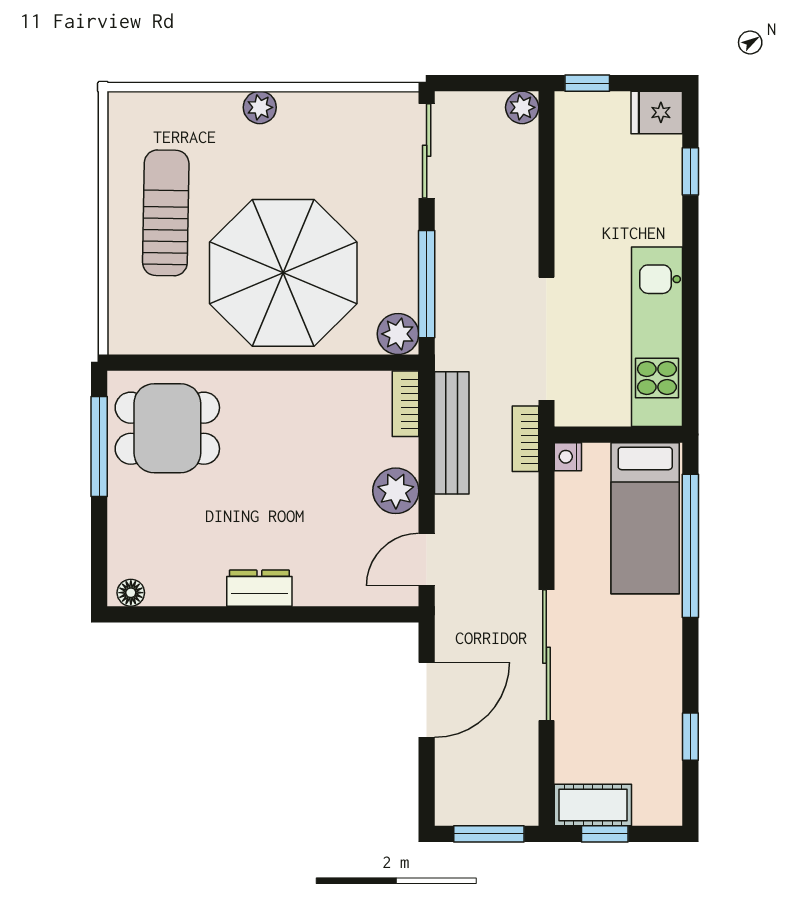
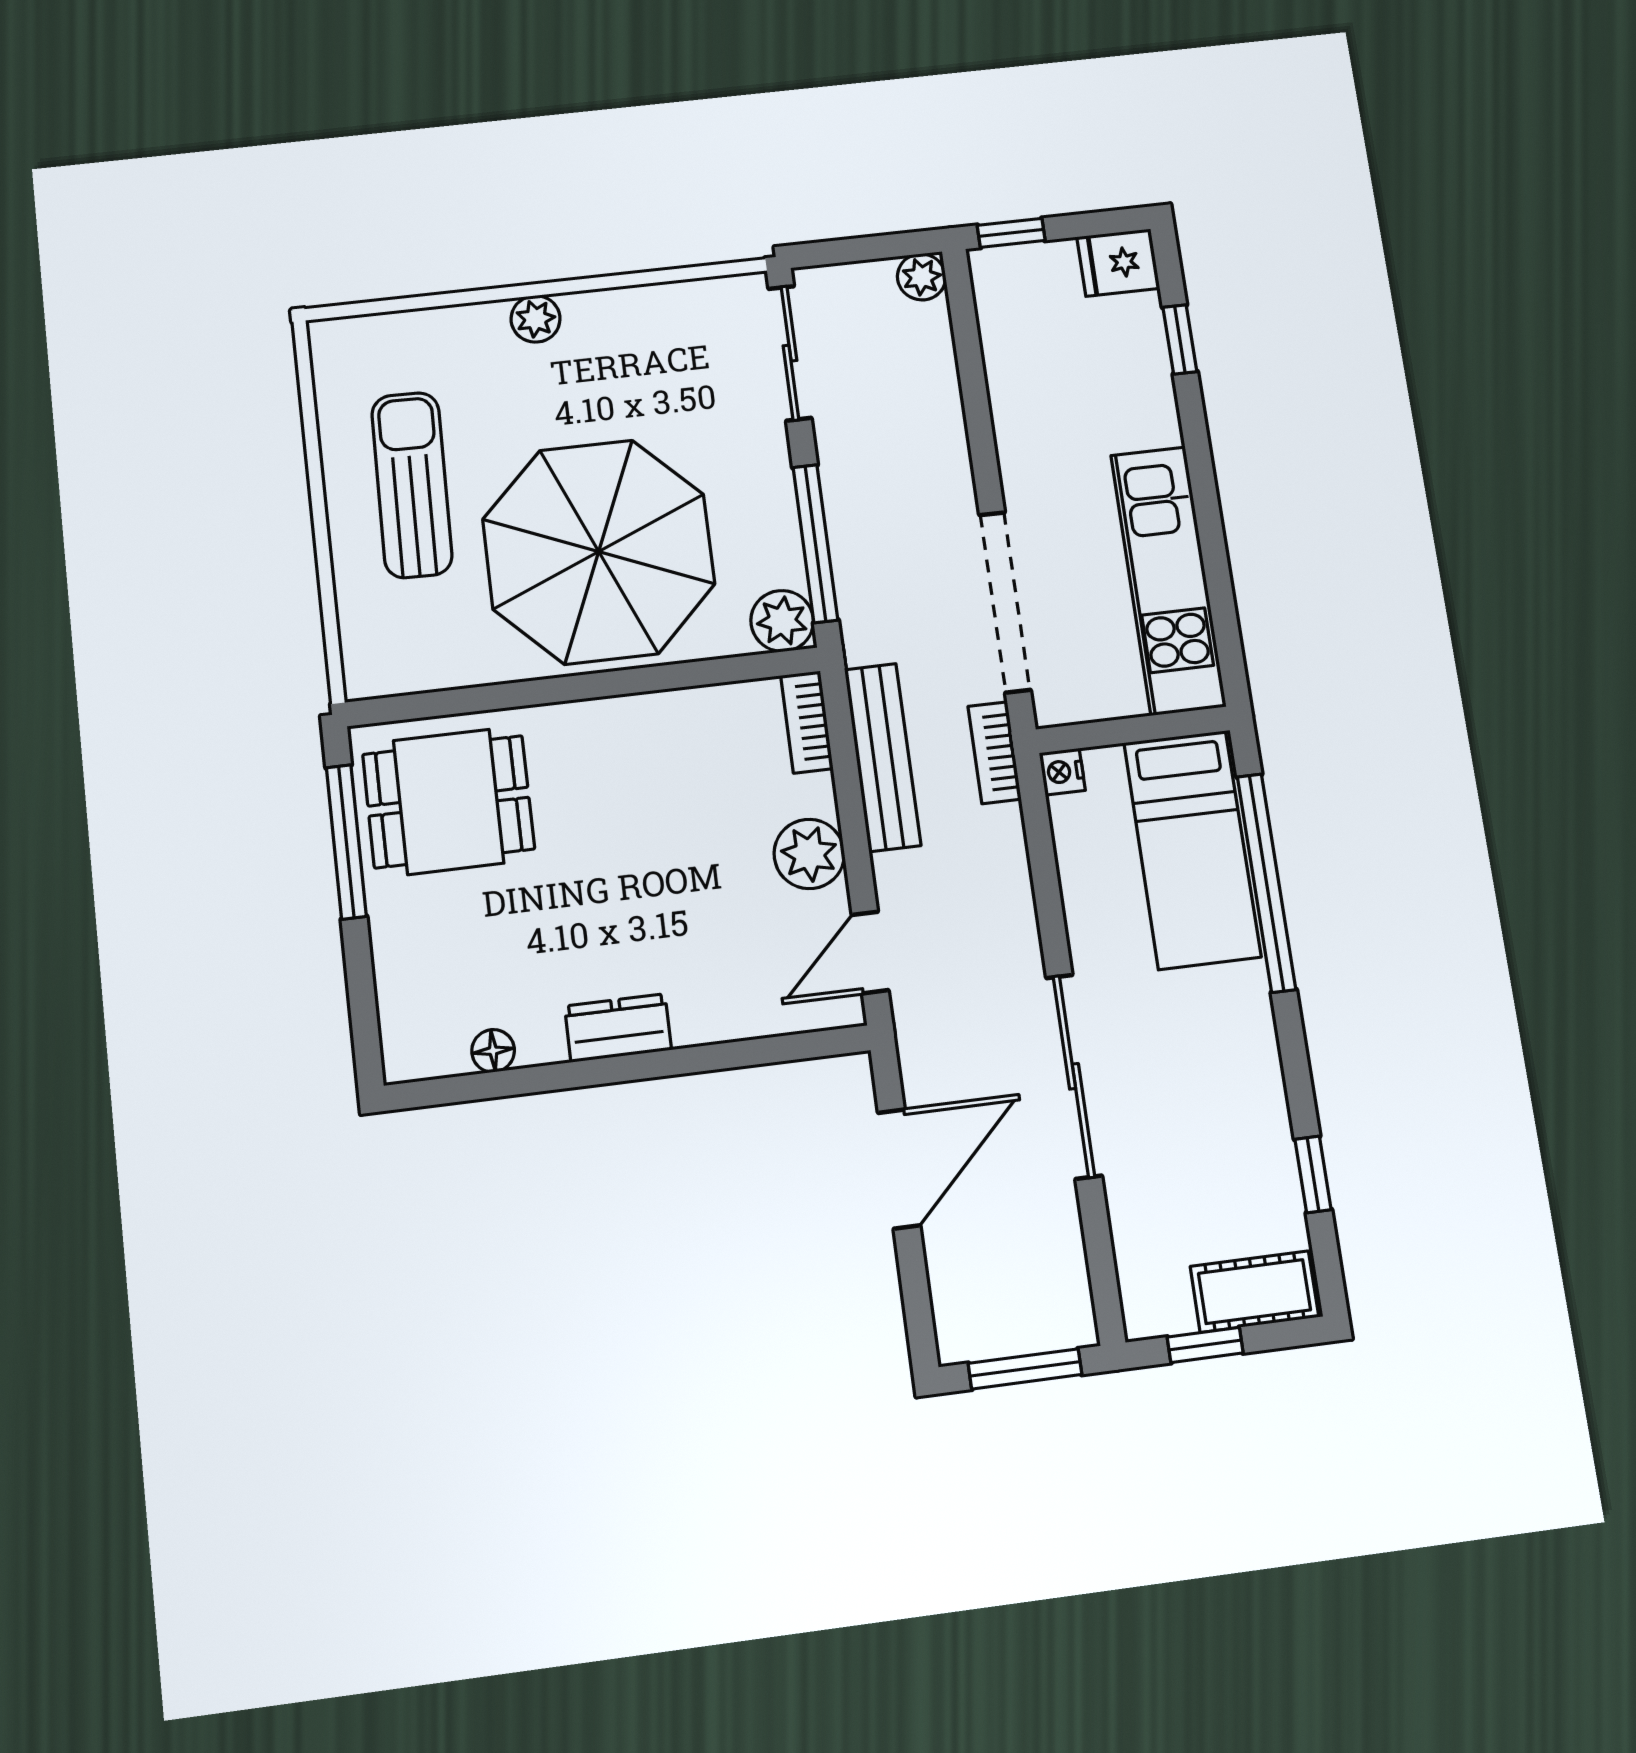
floor lamp: (131, 593) -> (493, 1051), moved
cot: (593, 805) -> (1255, 1292), moved

